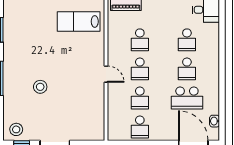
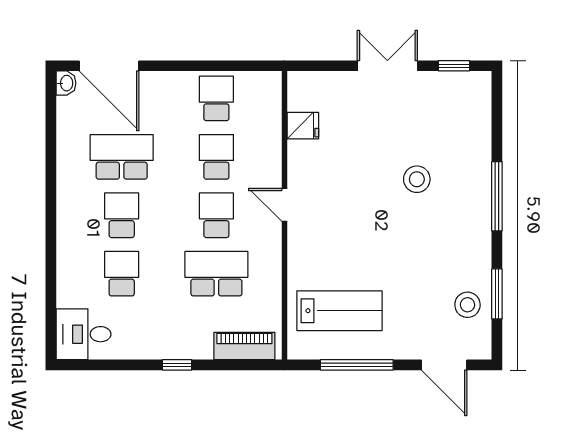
school desk: (140, 40) -> (216, 274), width x1.85
fridge: (97, 113) -> (303, 126), added
washbasin: (215, 121) -> (66, 83), moved
stool: (16, 129) -> (467, 305), moved

